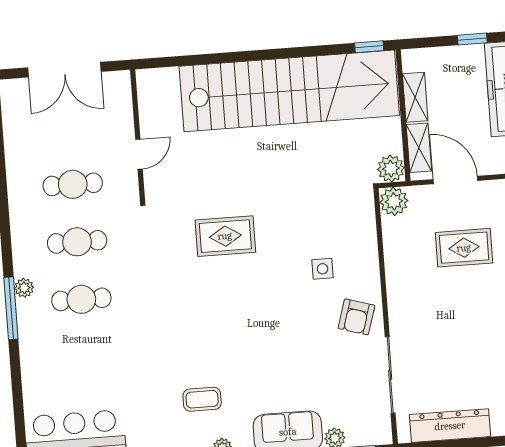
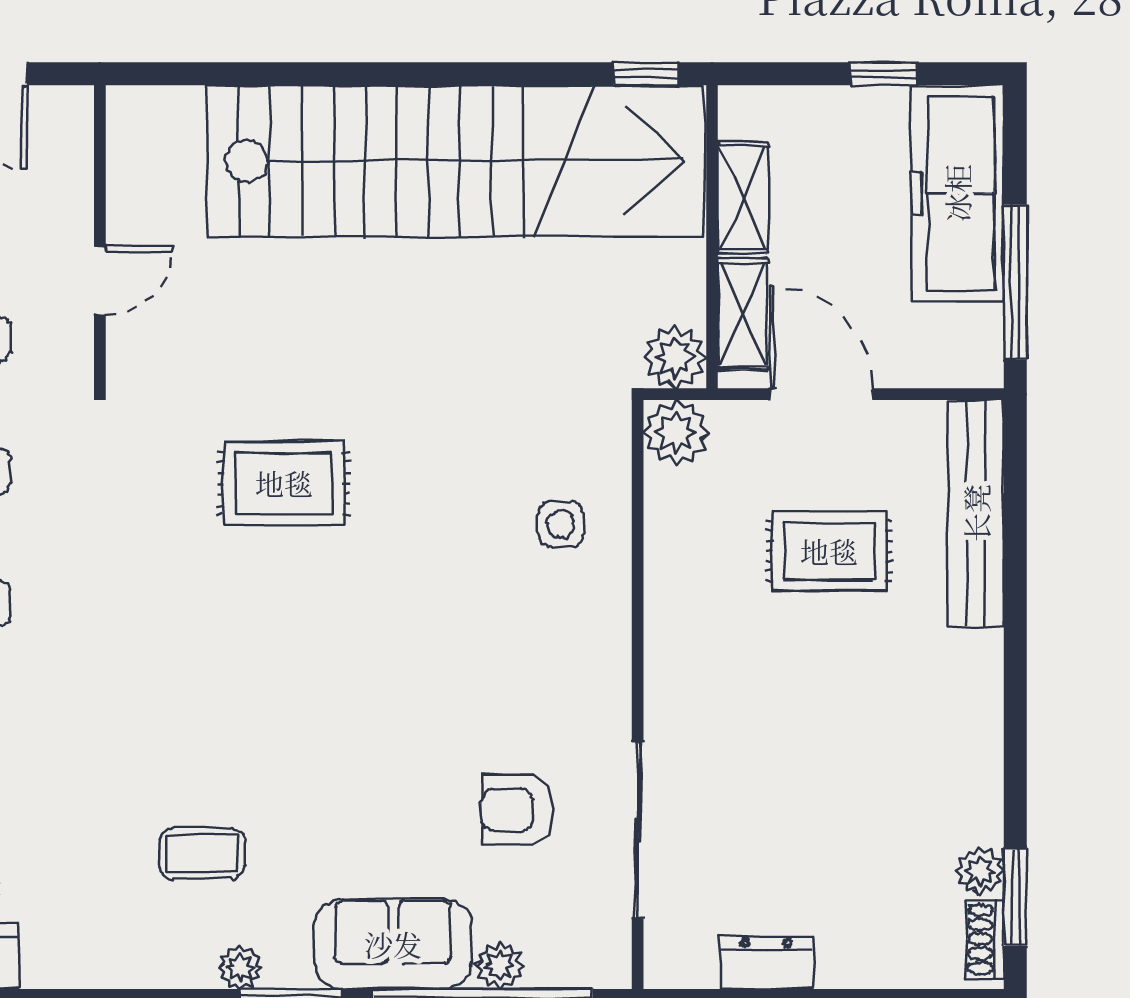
side table: (323, 269) -> (561, 524), moved
armchair: (356, 317) -> (518, 810), moved, turned 73
dresser: (450, 426) -> (766, 963), width x0.51, depth x0.80

